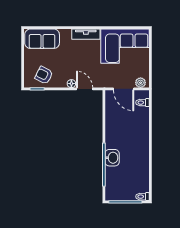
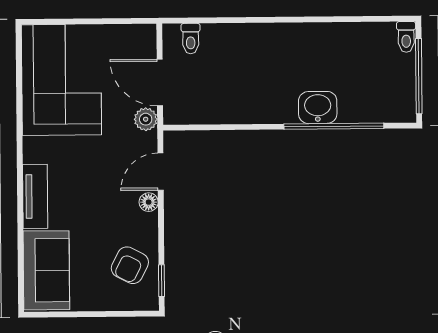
tv unit: (86, 34) -> (35, 196), moved
plant: (141, 83) -> (146, 119), moved
door: (124, 89) -> (160, 82), swing flipped

